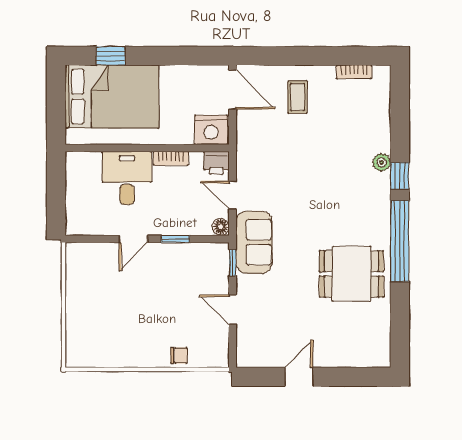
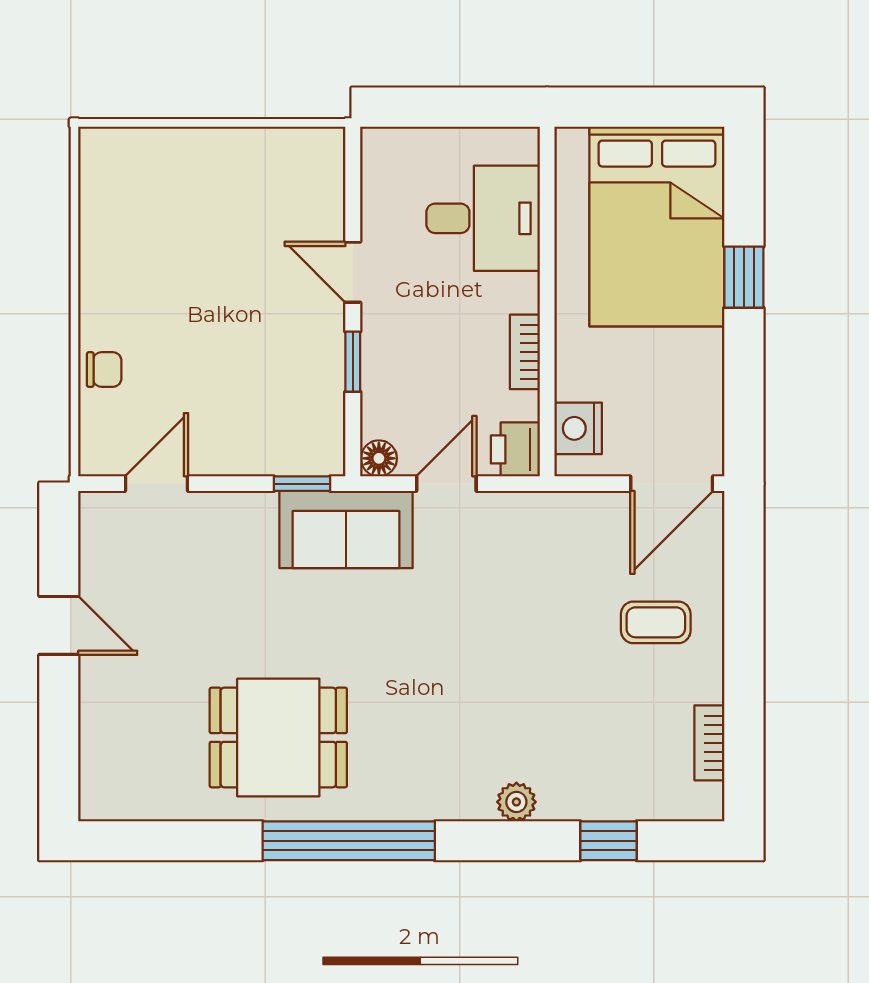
window: (111, 56) -> (744, 277), moved
nightstand: (211, 130) -> (578, 428), width x0.74, depth x0.75
window: (400, 176) -> (609, 841), moved
desk: (127, 178) -> (483, 218), moved
dining table: (351, 274) -> (278, 737), turned 90
door: (232, 310) -> (157, 484), moved
chair: (179, 356) -> (104, 370), turned -90

